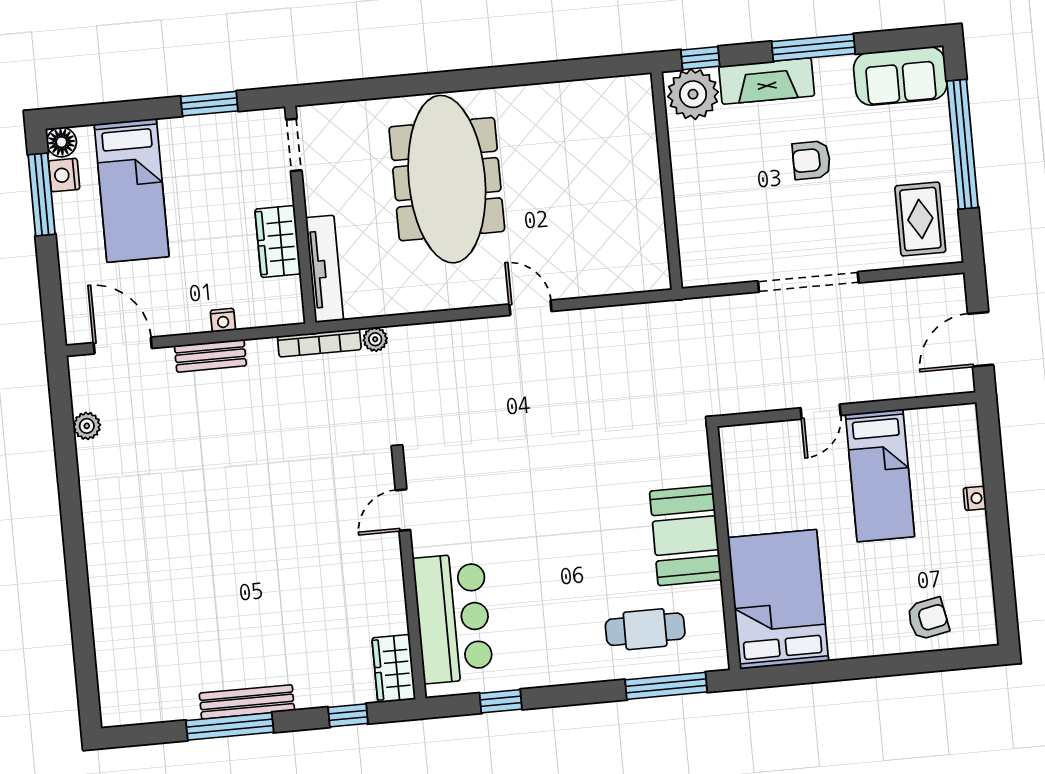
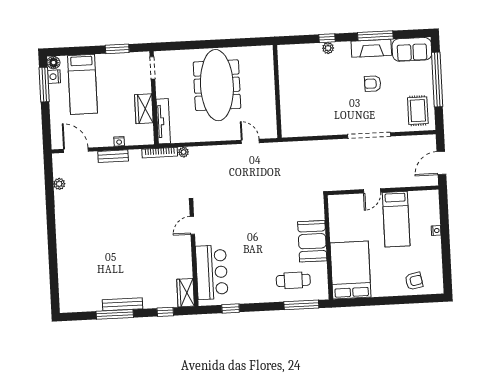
fireplace: (767, 81) -> (371, 48), moved
plant: (693, 94) -> (328, 48), width x0.53, depth x0.53
wall: (667, 181) -> (277, 91), moved

